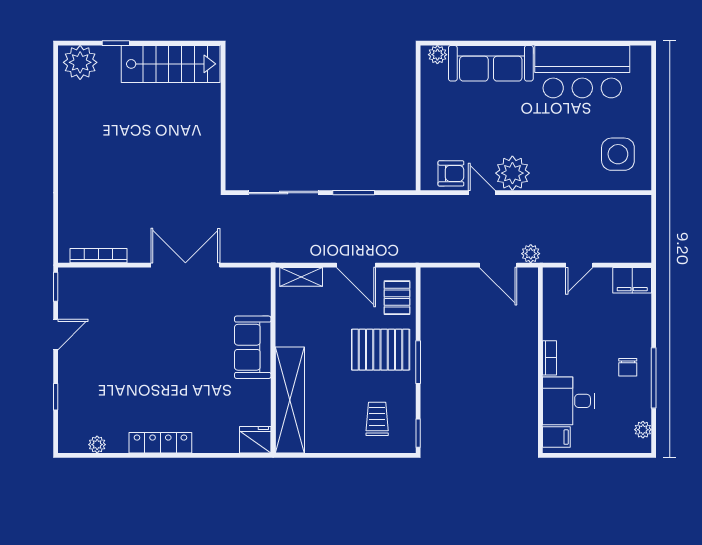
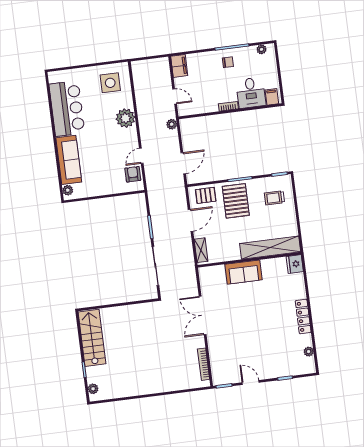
plant: (80, 62) -> (93, 389), width x0.53, depth x0.53
plant: (512, 173) -> (125, 118), moved
door: (498, 265) -> (183, 163), moved

